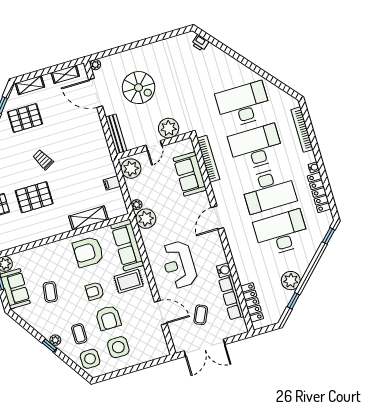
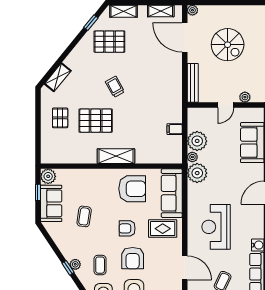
plant: (169, 128) -> (245, 97), width x0.53, depth x0.53
plant: (131, 169) -> (197, 141), moved
shelving: (89, 218) -> (116, 156), moved
armchair: (88, 252) -> (132, 189), turned 180

